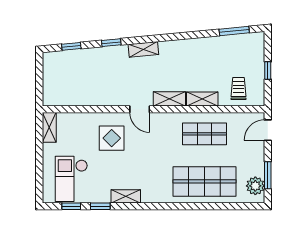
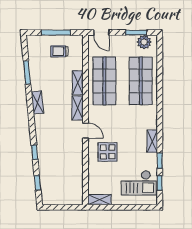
window: (234, 31) -> (27, 73), moved
shelving: (143, 49) -> (37, 102), moved
window: (268, 70) -> (56, 33), width x2.17
trolley: (238, 89) -> (60, 51), moved
door: (140, 109) -> (85, 130), hinge flipped
shop shelf: (205, 134) -> (104, 81), width x1.43, depth x1.36

